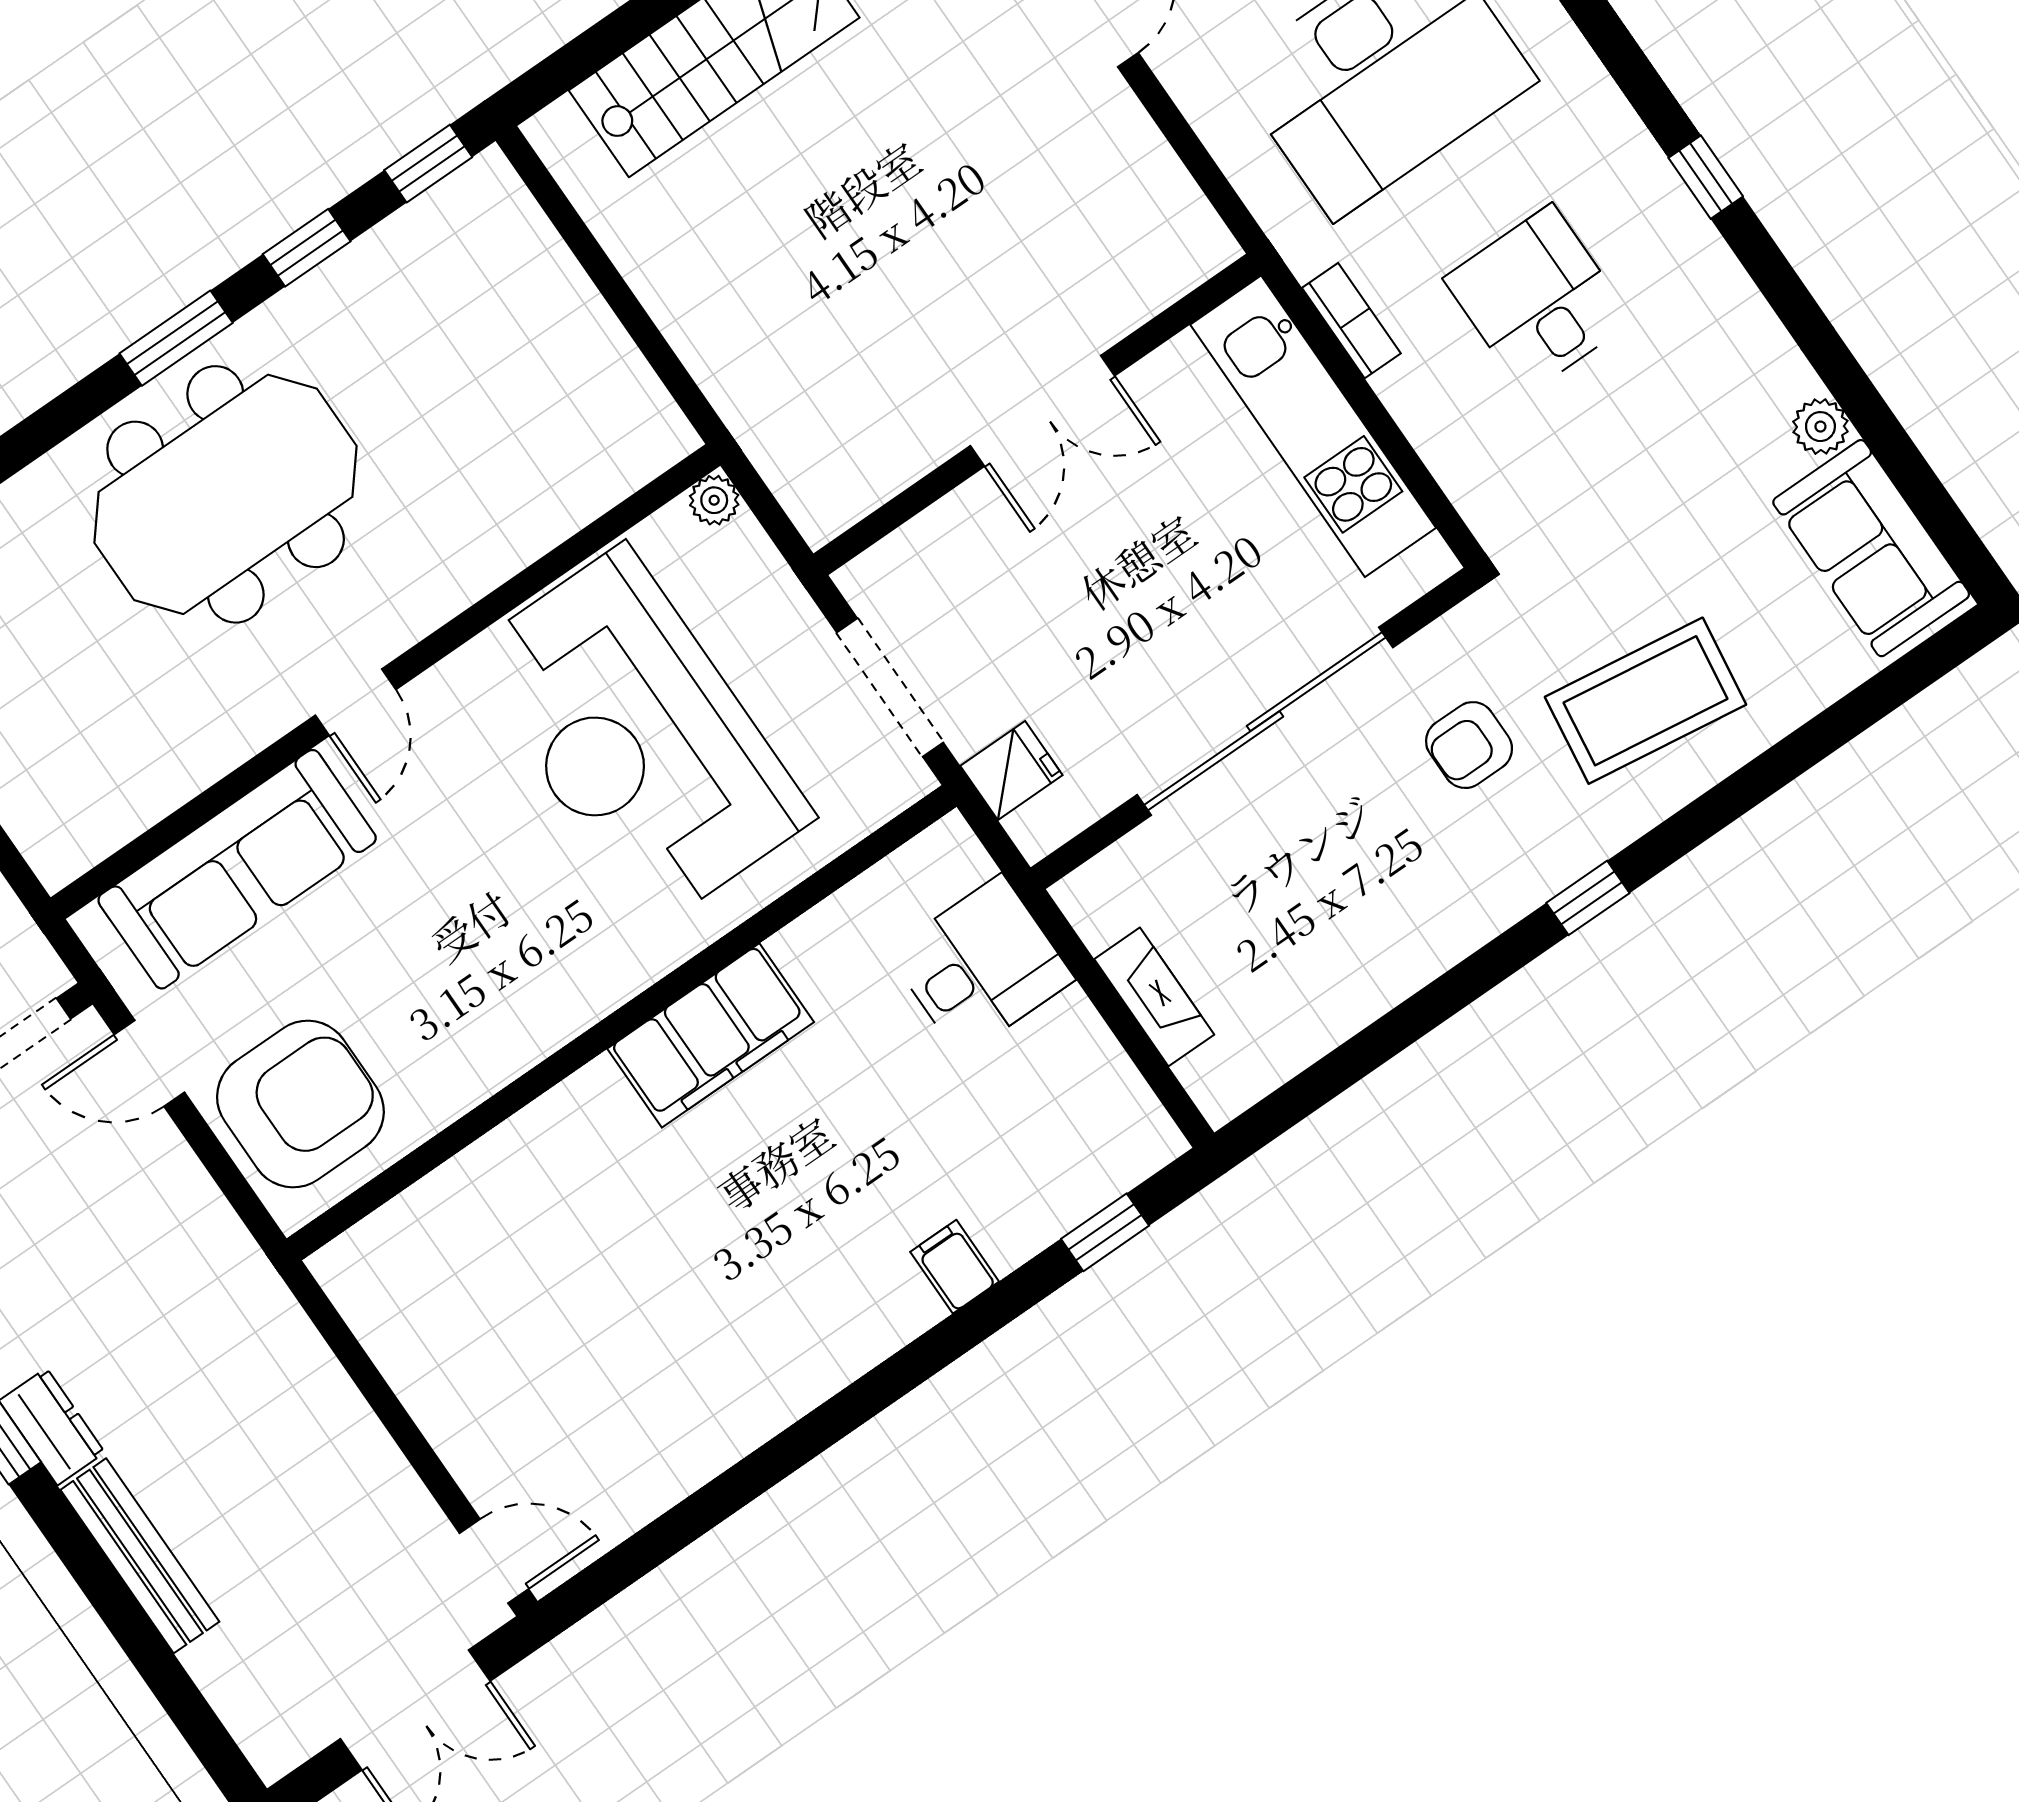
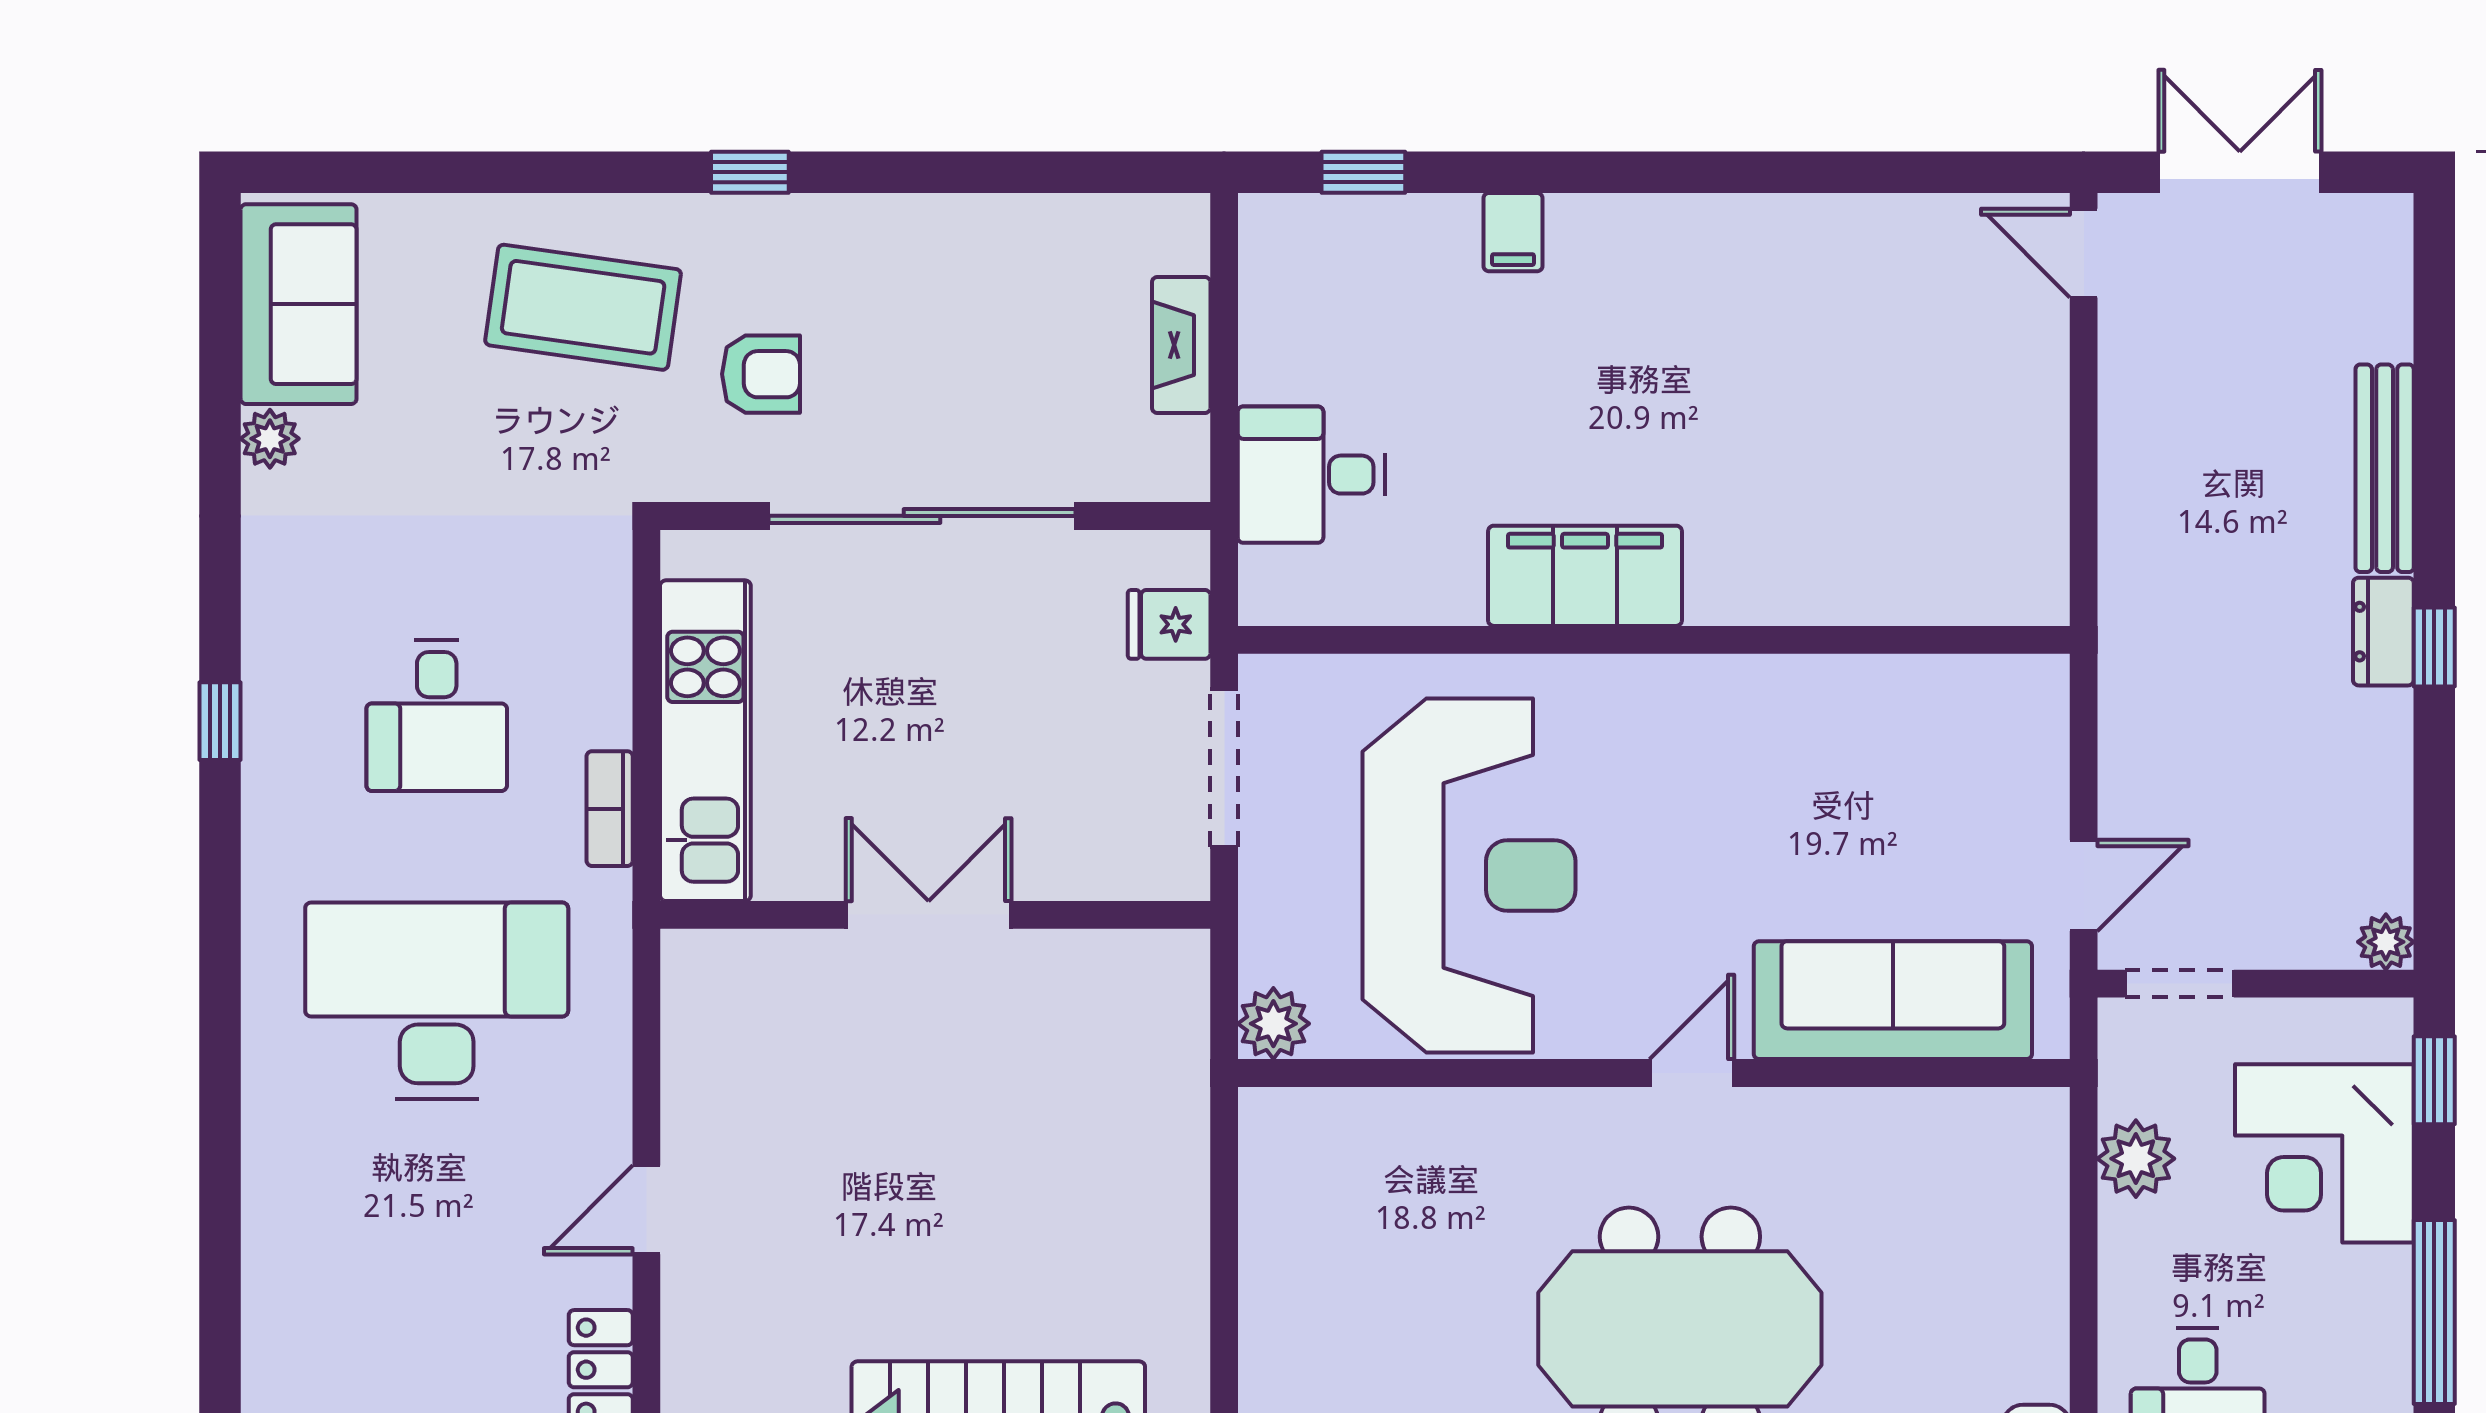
plant: (714, 500) -> (1273, 1024), width x1.38, depth x1.38
door: (149, 1063) -> (2084, 886), hinge flipped
armchair: (300, 1104) -> (1978, 761), removed

